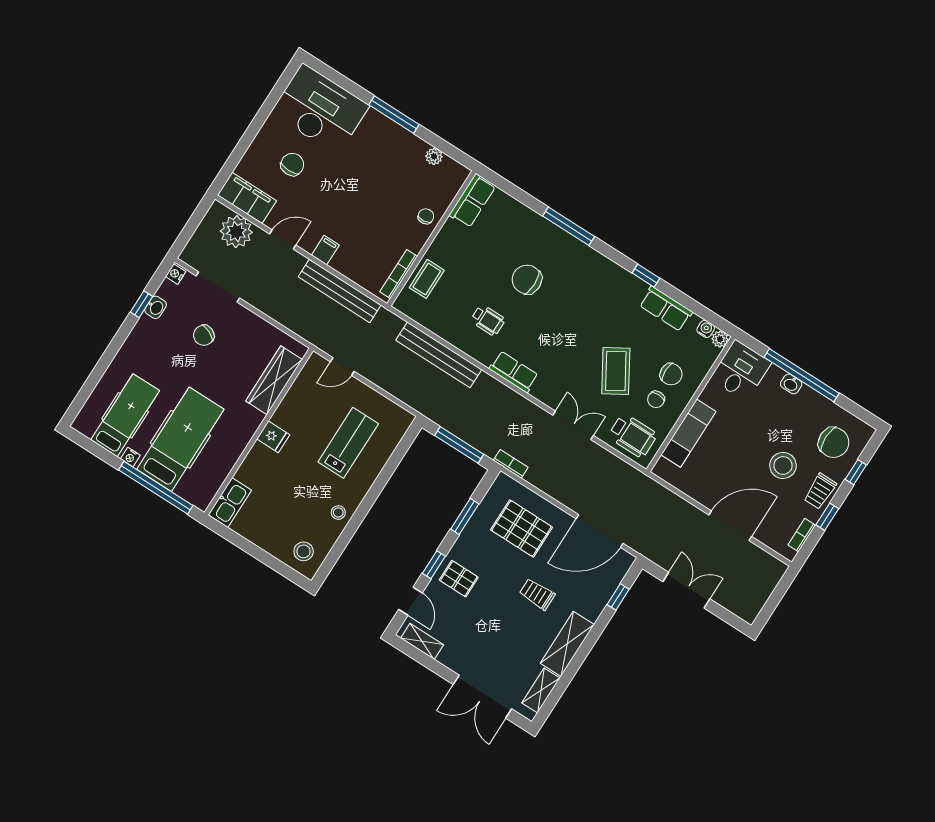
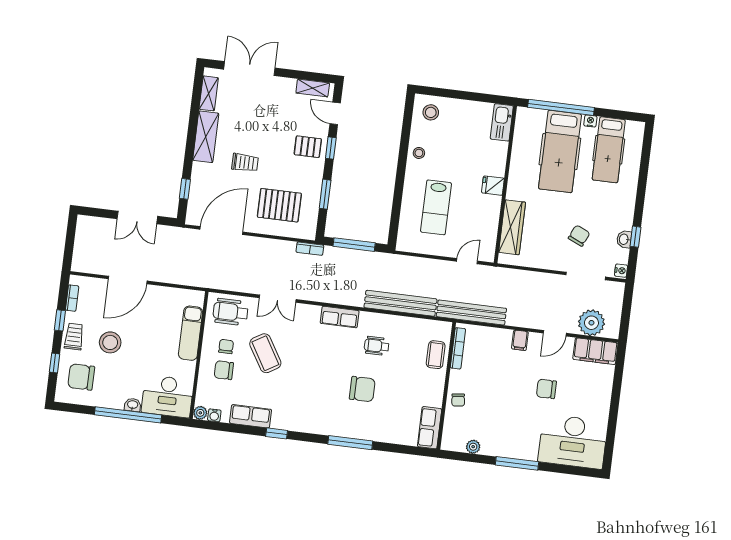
chair: (292, 164) -> (546, 389), moved, turned 90
bench: (340, 291) -> (471, 312), moved
desk: (741, 371) -> (168, 396), width x1.37

